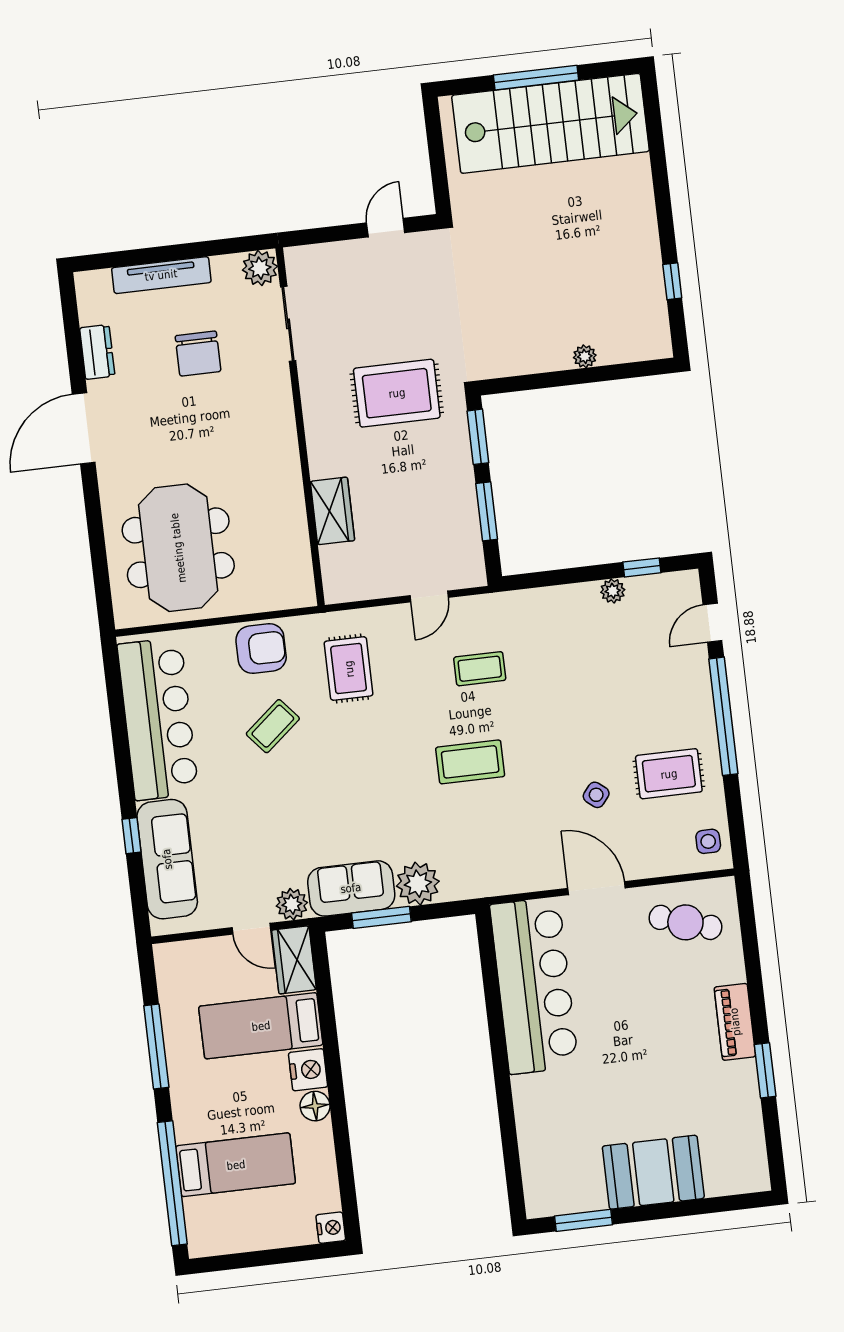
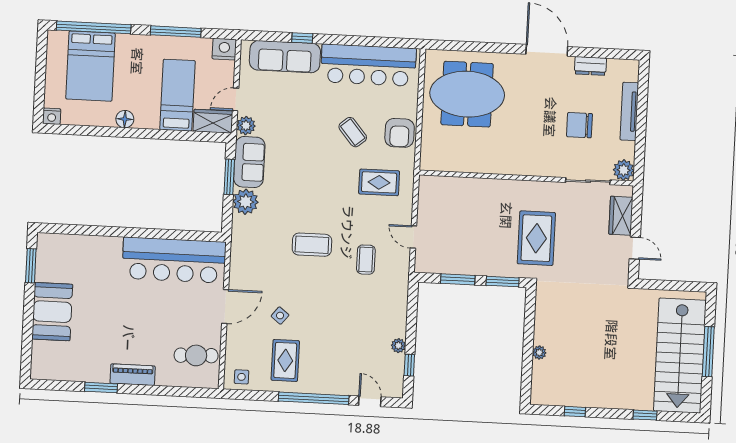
window: (659, 164) -> (645, 415), added
wardrobe: (332, 511) -> (621, 216), moved, turned 90
coffee table: (470, 762) -> (312, 245), turned 90
cafe table: (685, 922) -> (196, 355), turned 70
nightstand: (308, 1070) -> (224, 49), moved, turned 180
bed: (236, 1165) -> (91, 66), width x1.50

